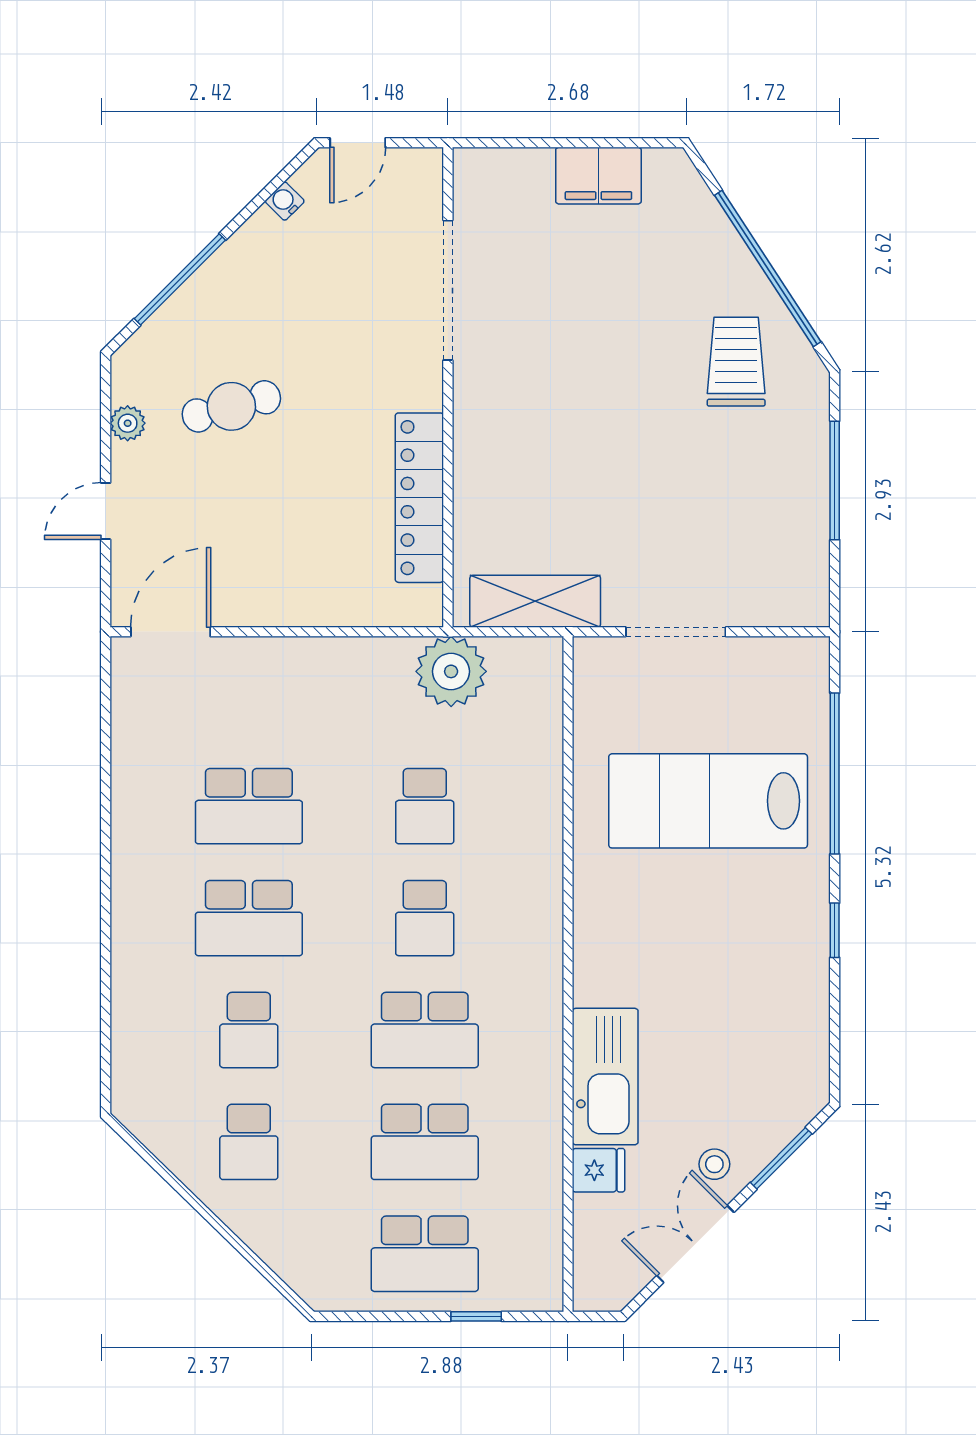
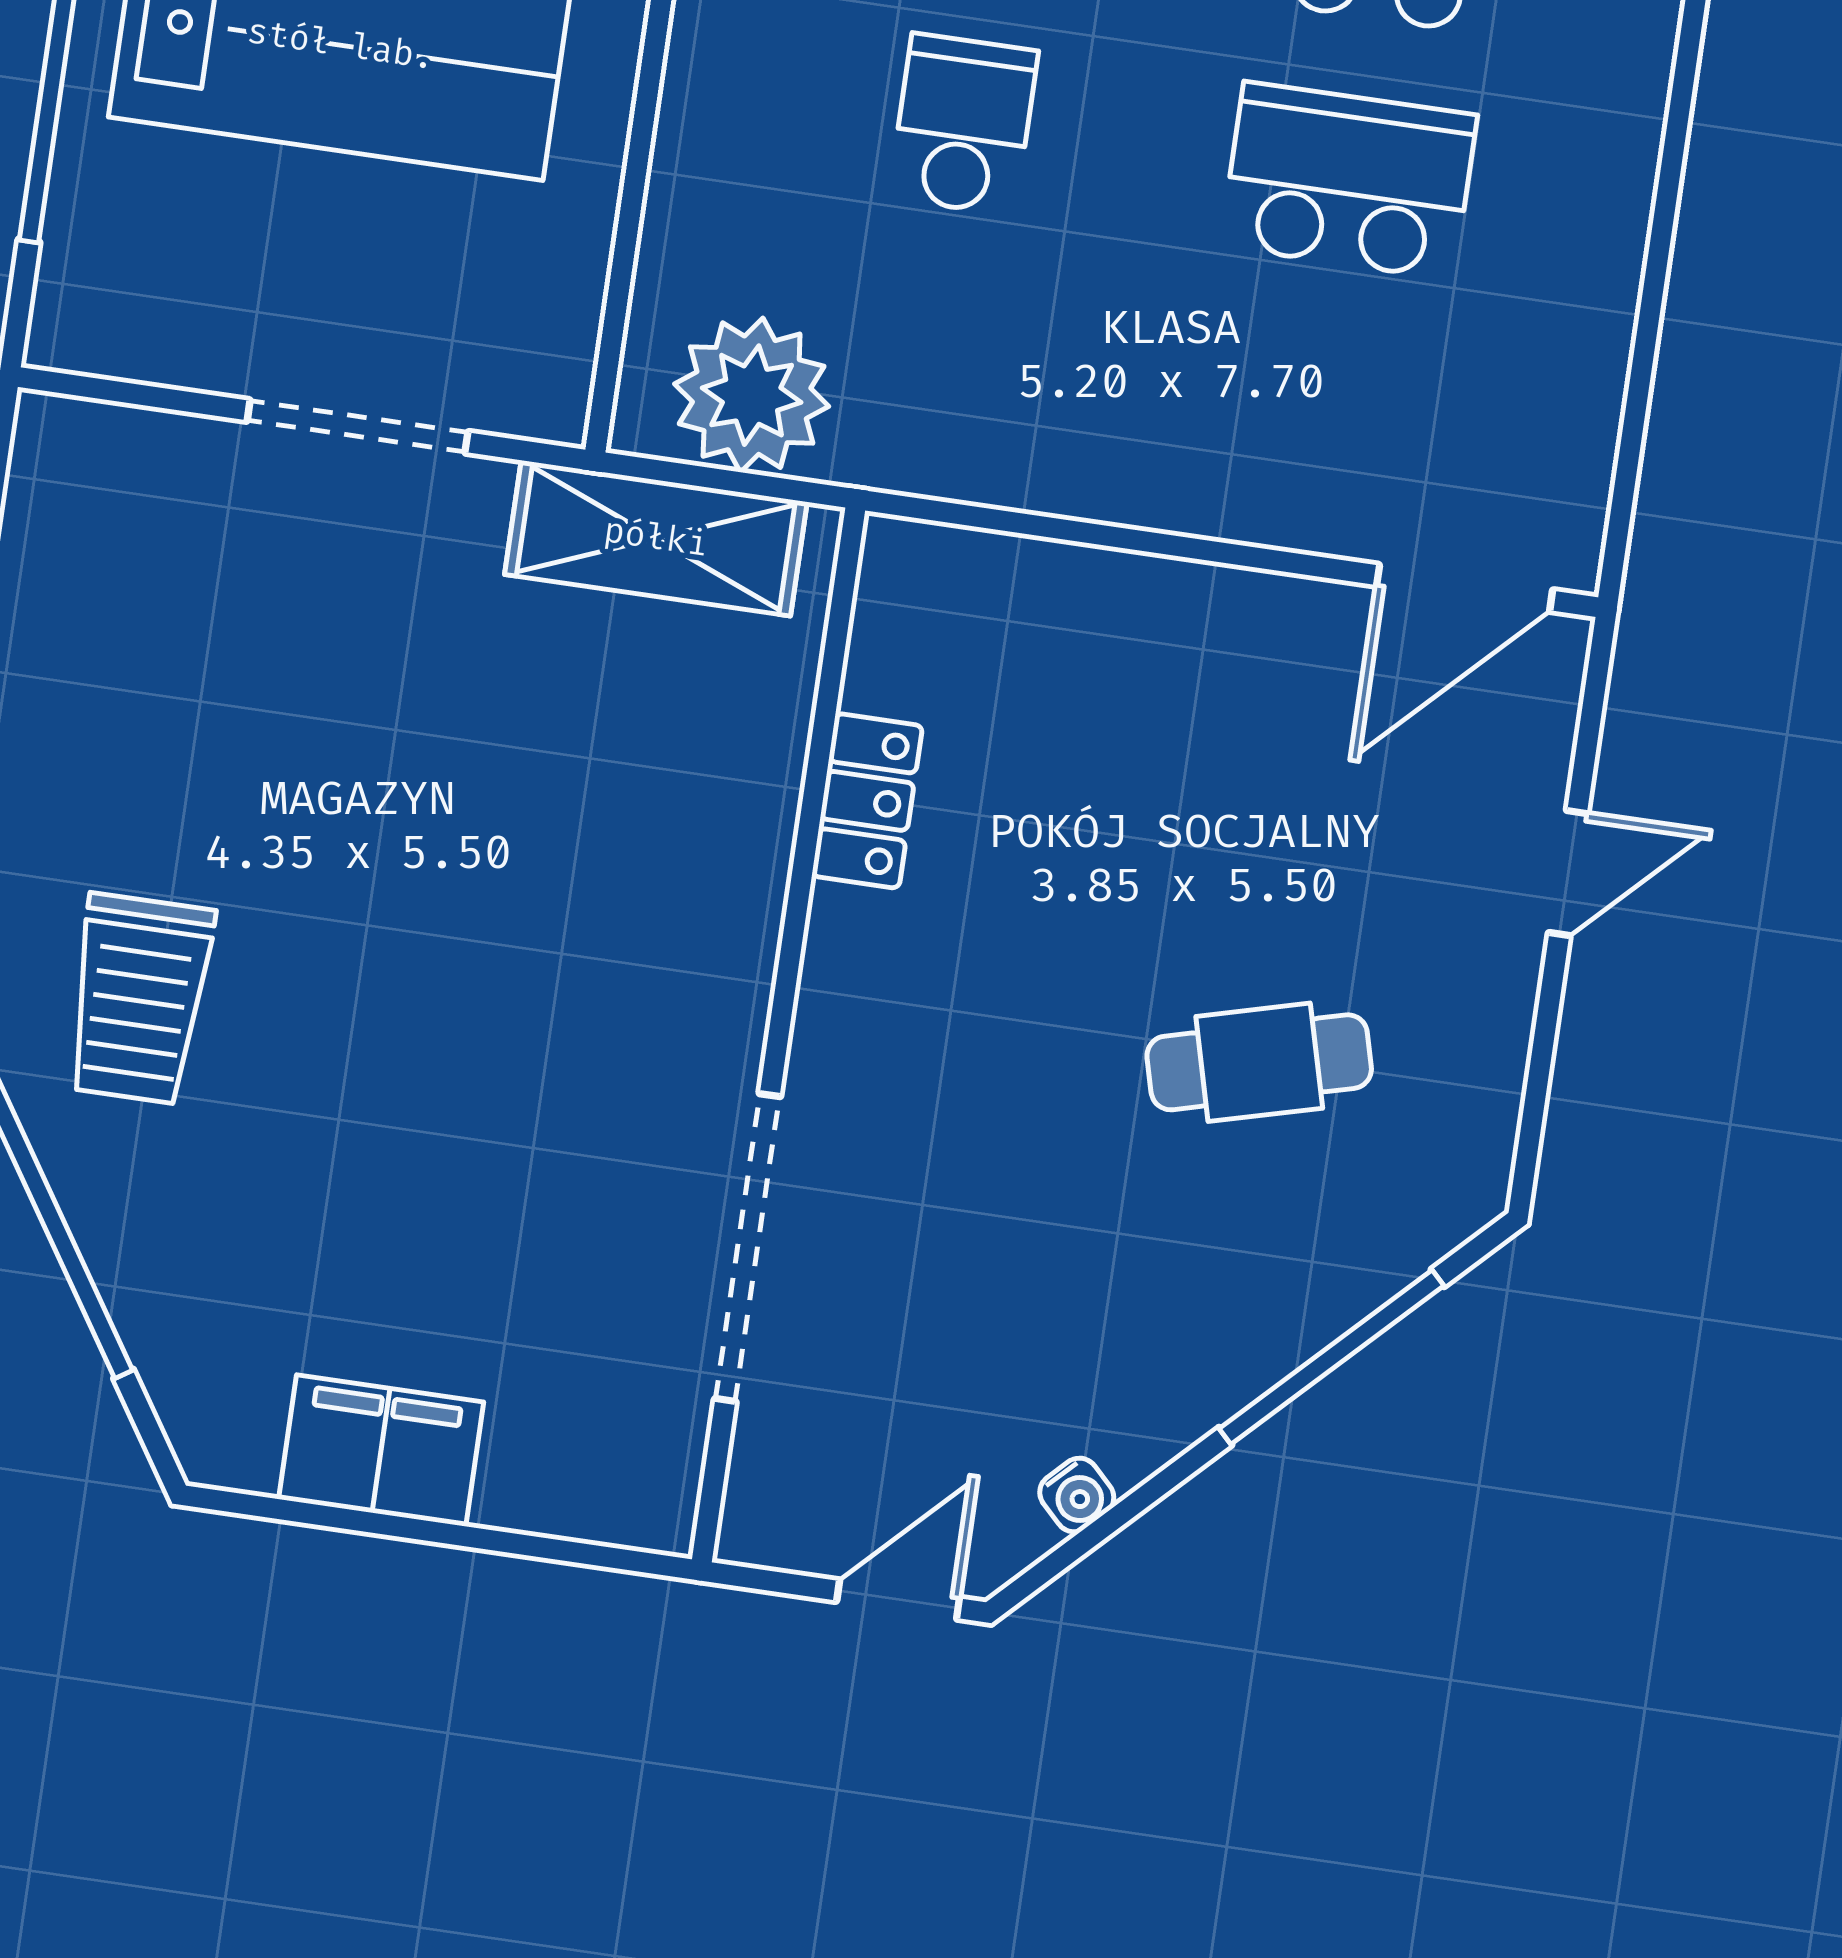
plant: (128, 423) -> (1492, 1059), removed
locker: (419, 498) -> (867, 801), width x0.46, depth x0.83
plant: (451, 671) -> (752, 395), moved

